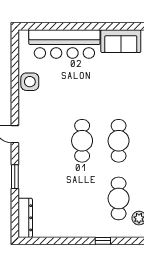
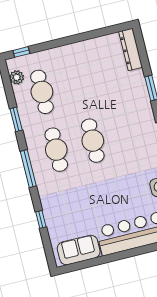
window: (103, 241) -> (21, 52), moved

